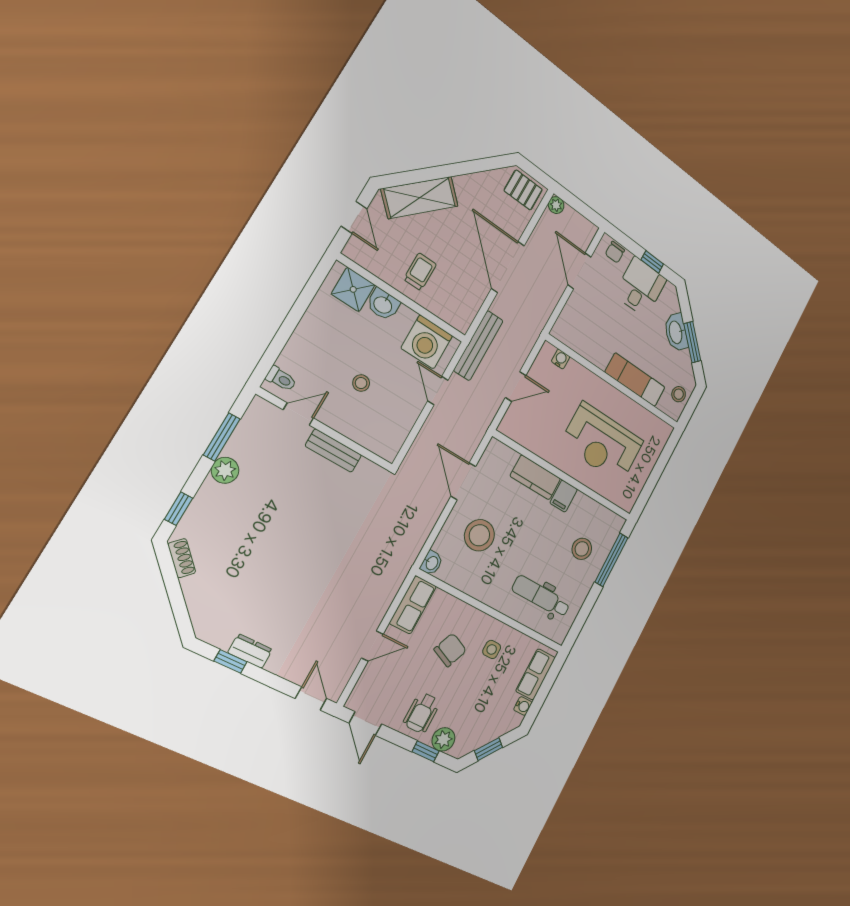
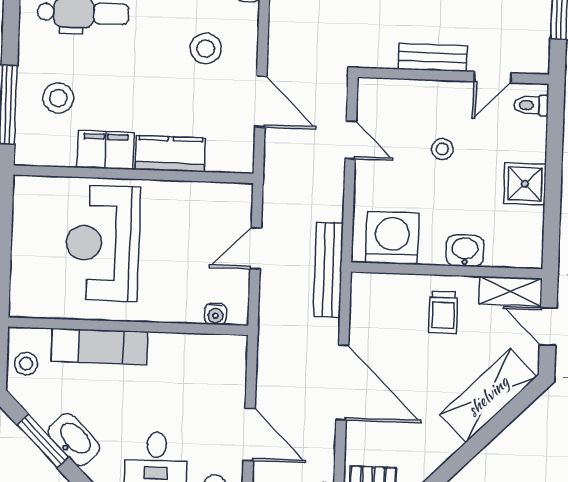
shelving: (367, 258) -> (511, 291), added
shower: (353, 289) -> (525, 184), moved
door: (438, 391) -> (351, 140), moved
reception desk: (602, 443) -> (103, 243), turned -90
filing cabinet: (564, 496) -> (106, 150), width x2.00
stool: (479, 535) -> (206, 48), width x0.73, depth x0.73

